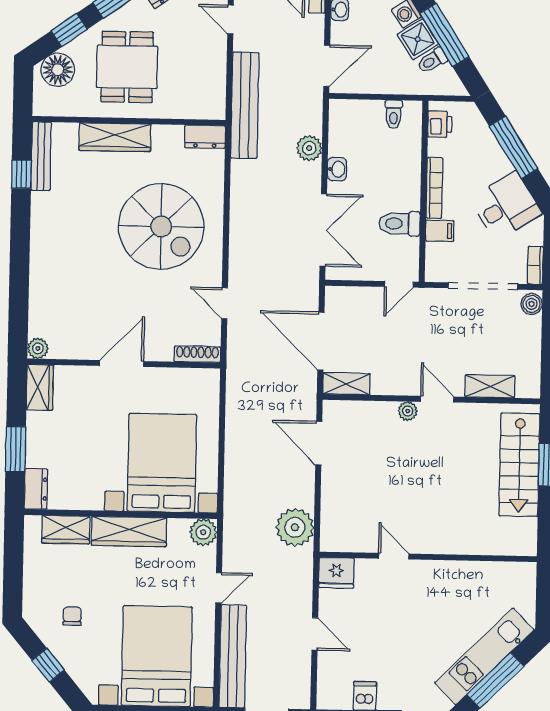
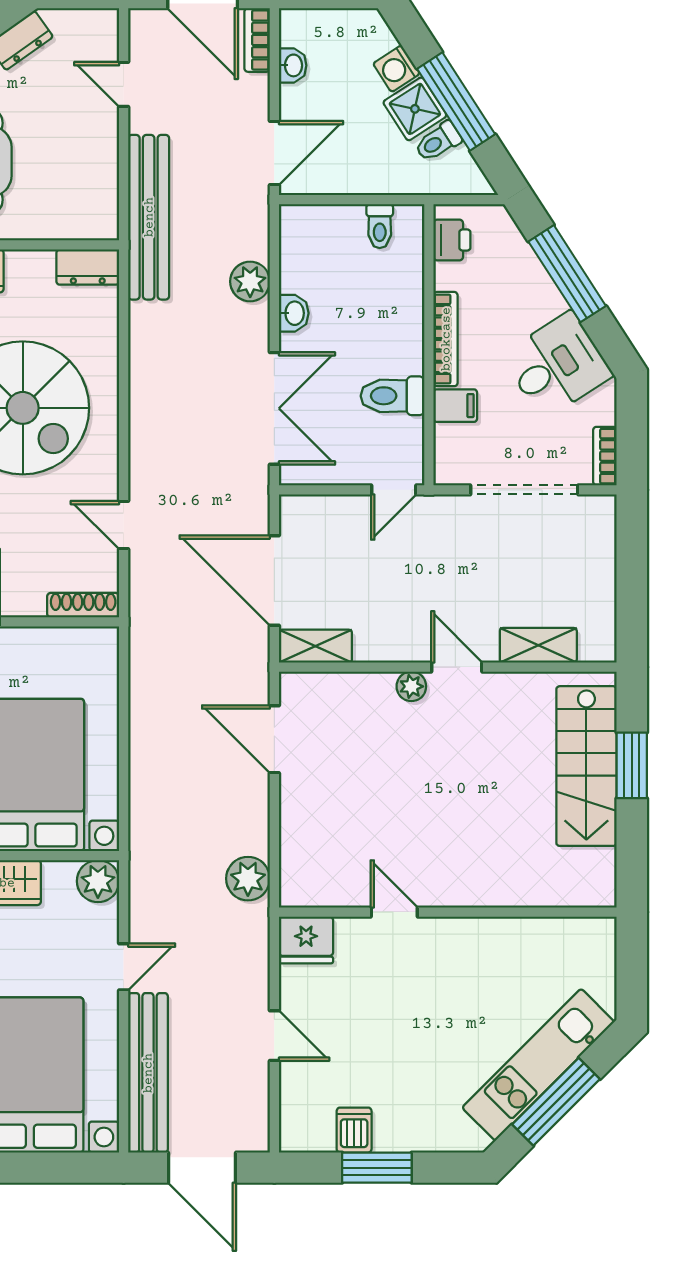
boiler: (532, 304) -> (600, 516), removed
plant: (295, 527) -> (248, 879), width x0.73, depth x0.73

